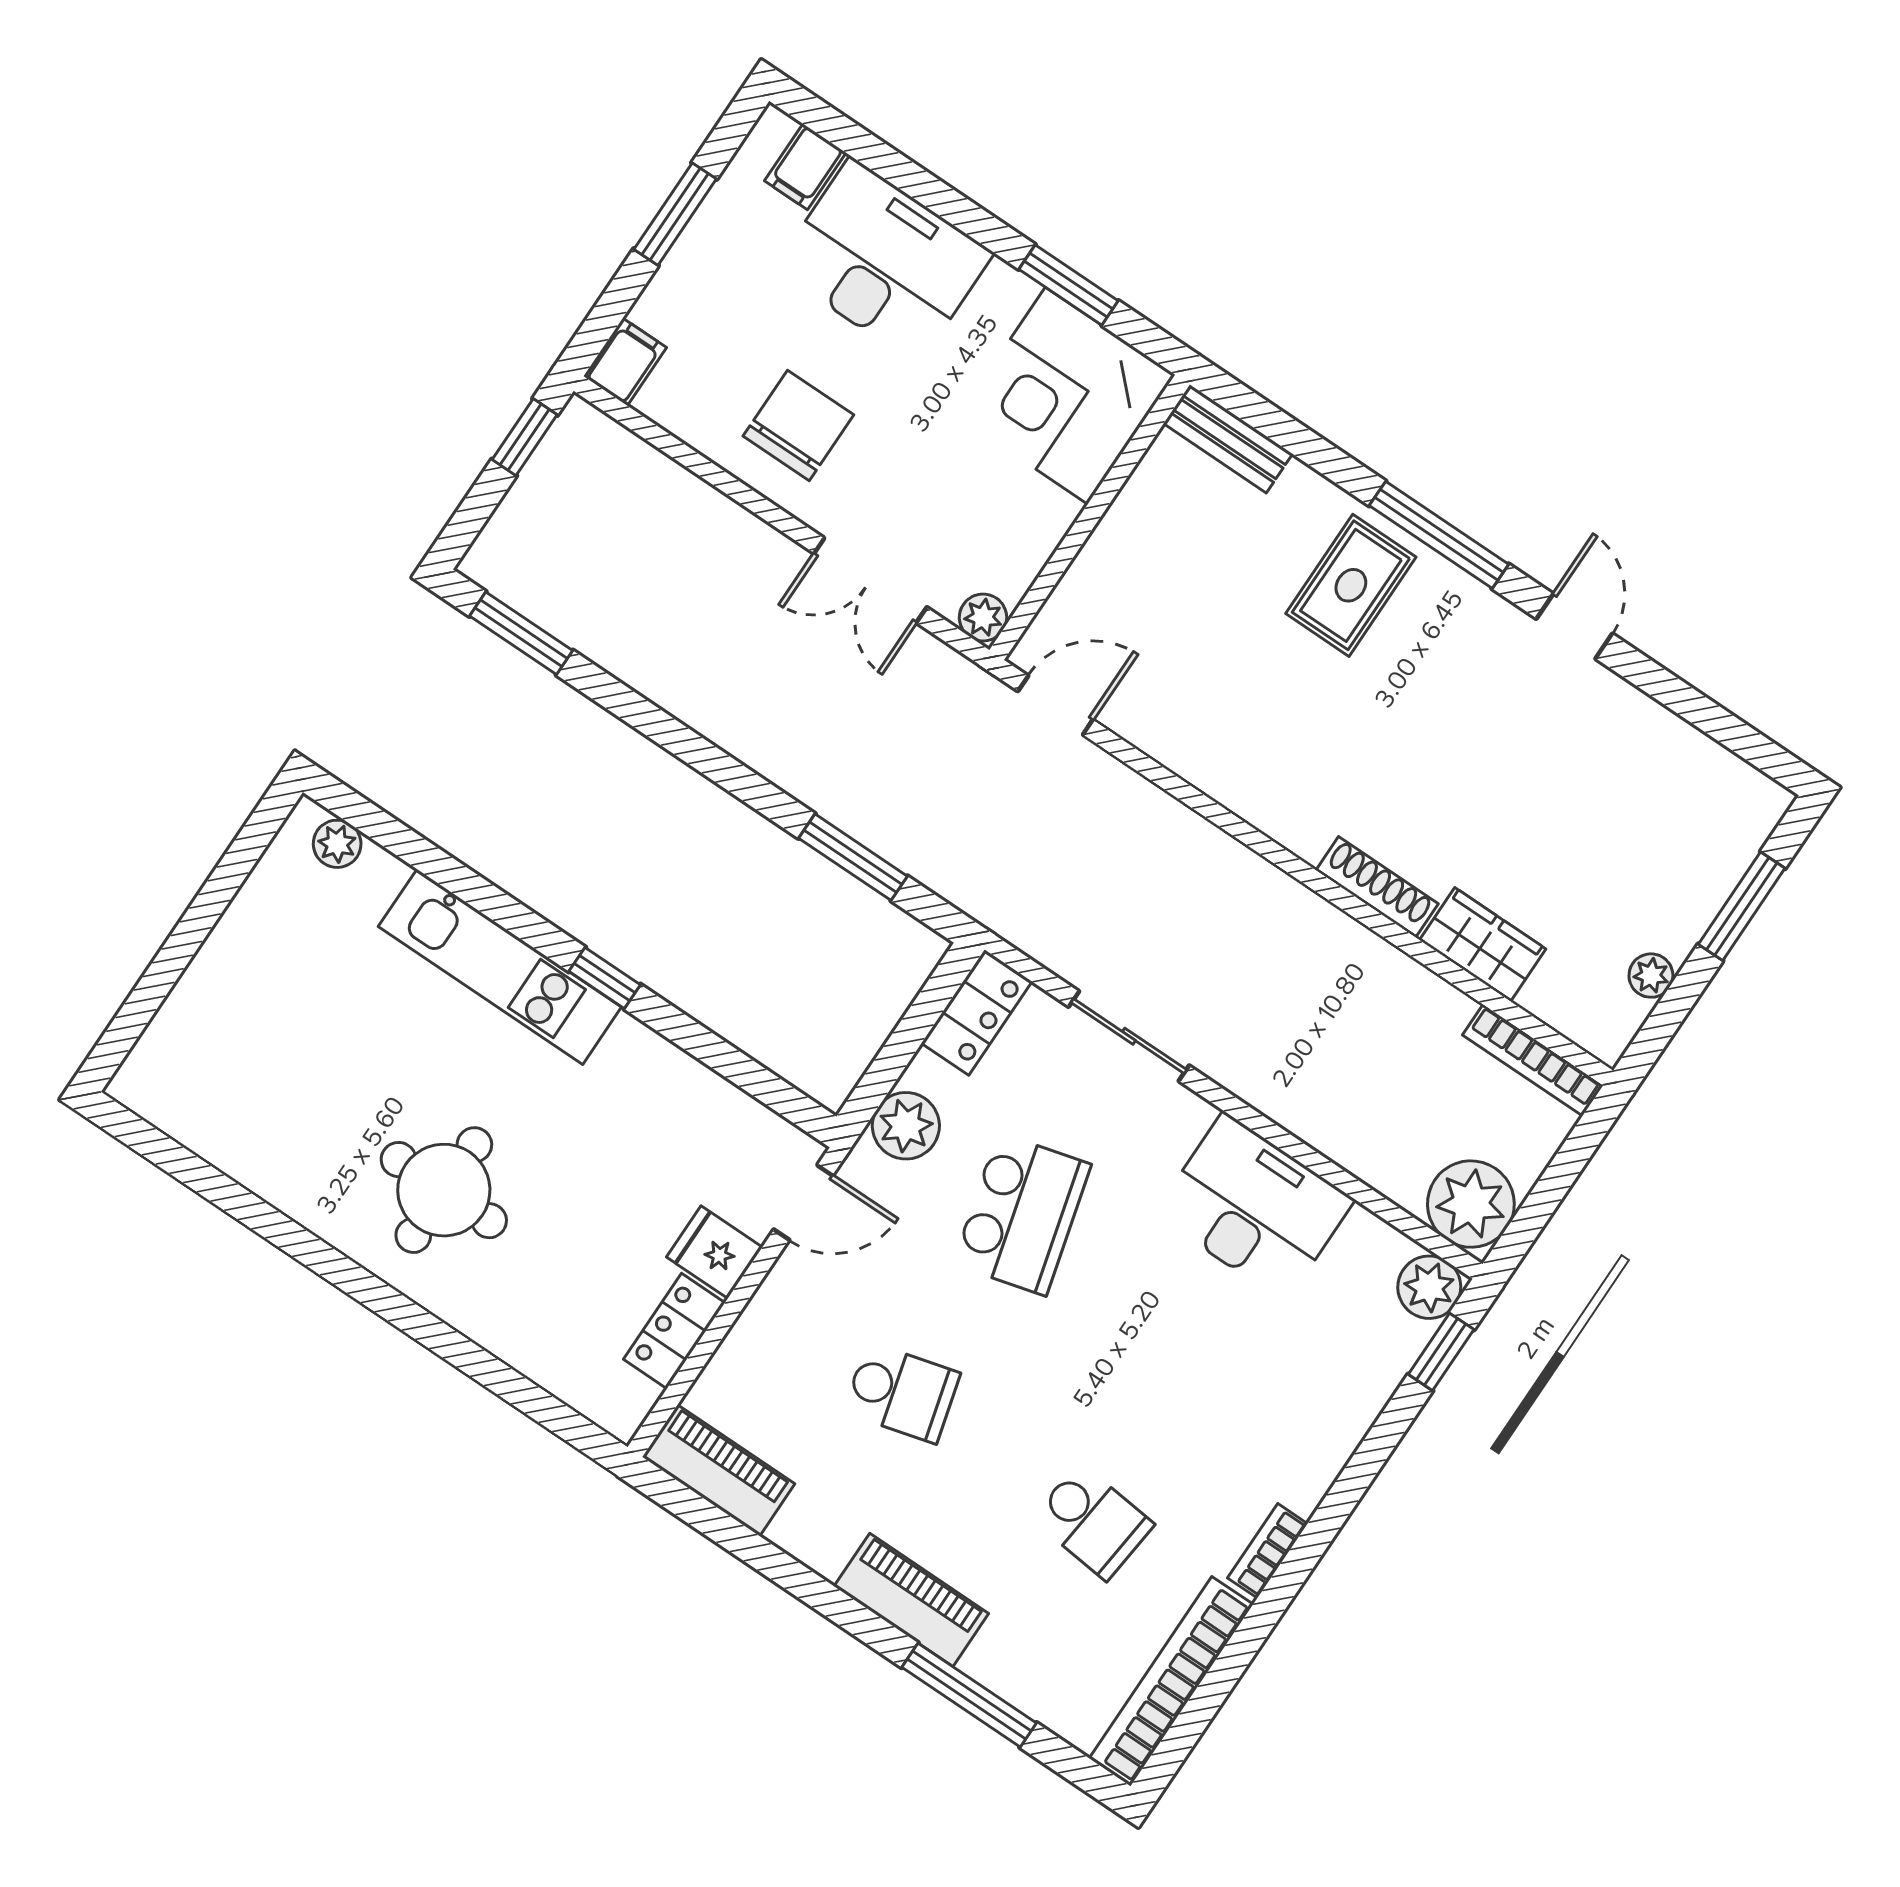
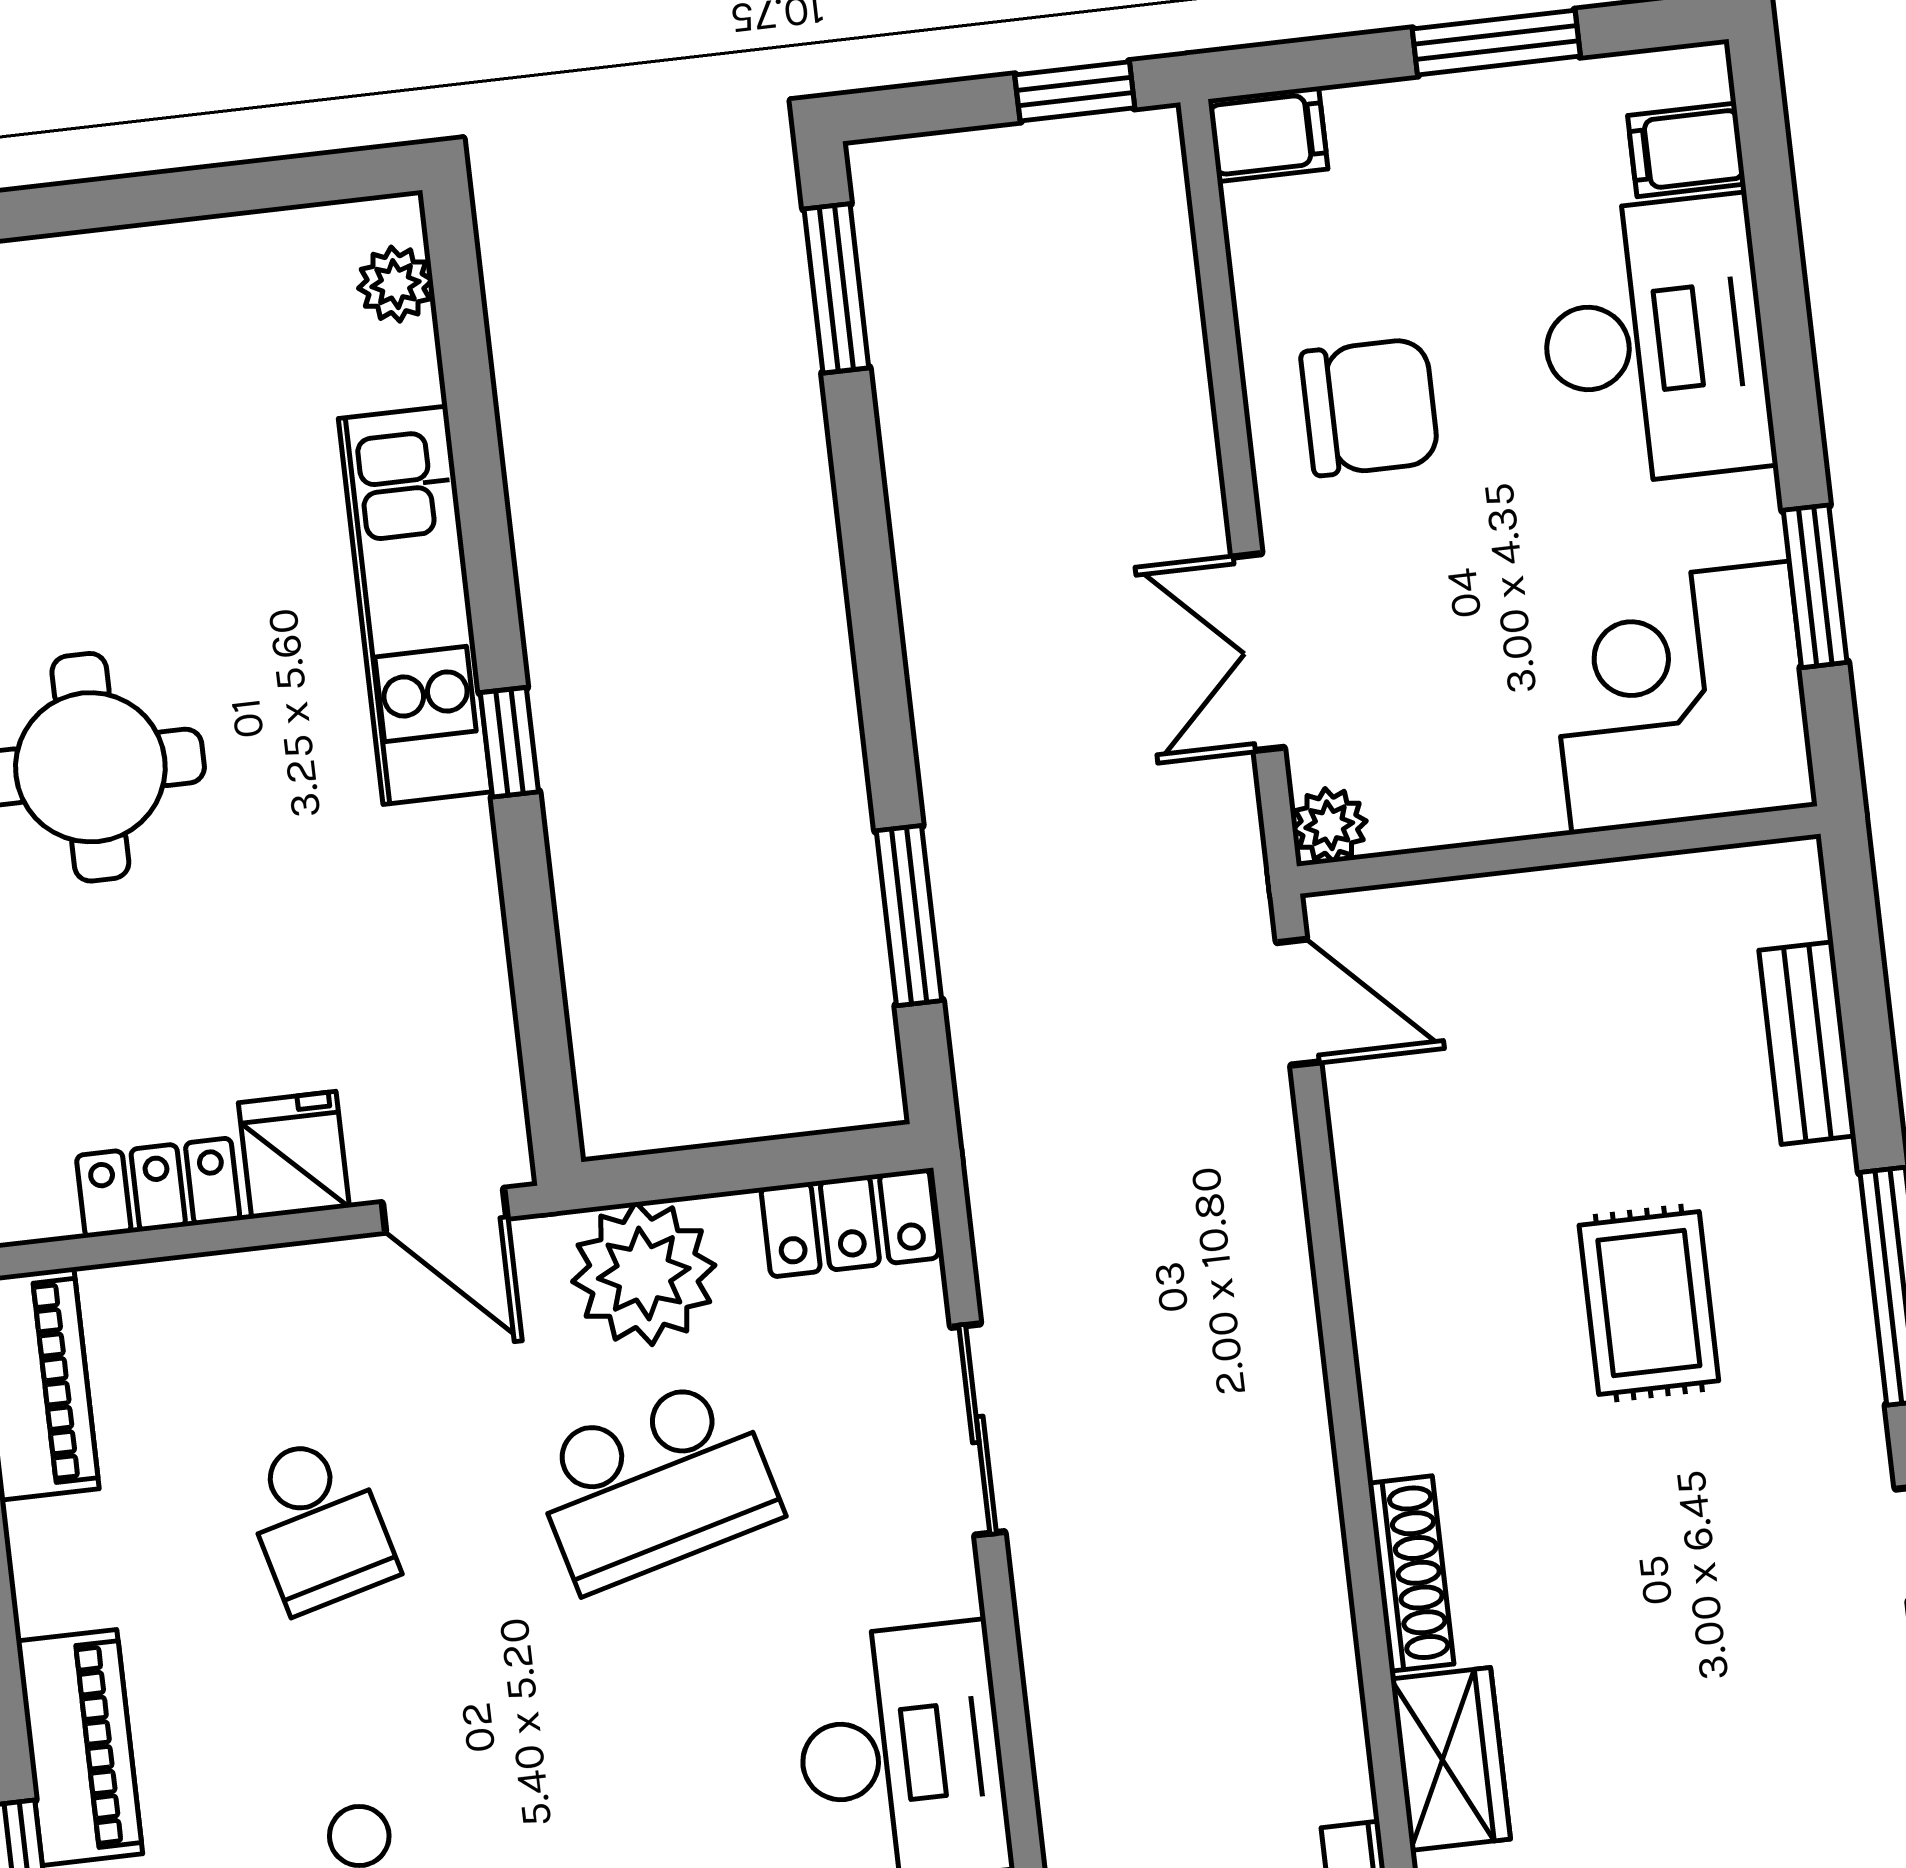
bench: (1228, 439) -> (1807, 1043), moved
rug: (1351, 585) -> (1649, 1303), moved, turned 90
plant: (906, 1126) -> (644, 1273), width x1.36, depth x1.36

